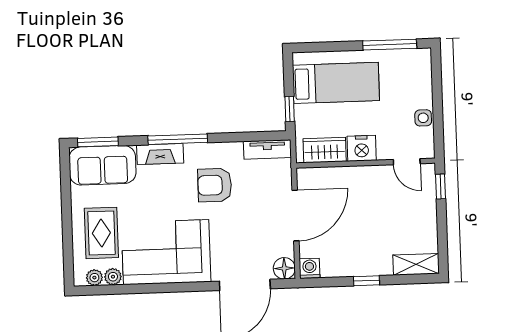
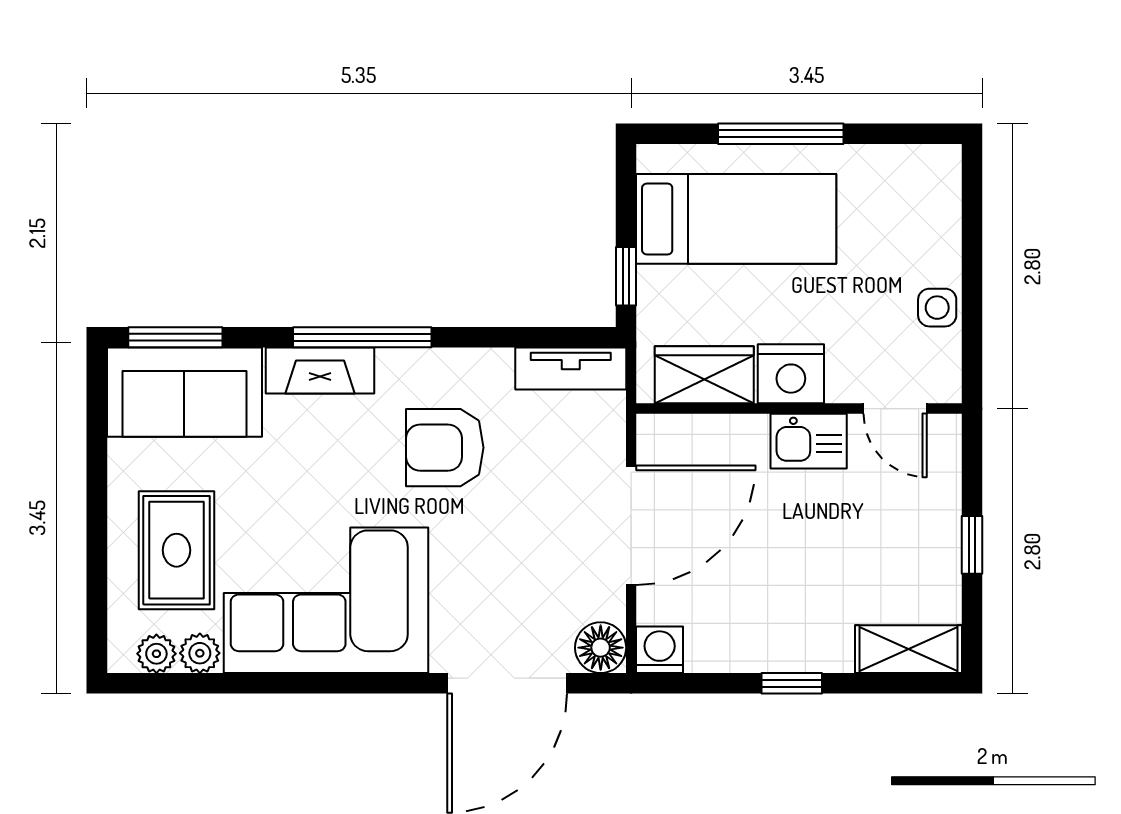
window: (390, 45) -> (781, 134), moved
kitchen sink: (370, 177) -> (809, 441), added
window: (440, 186) -> (972, 545), moved

